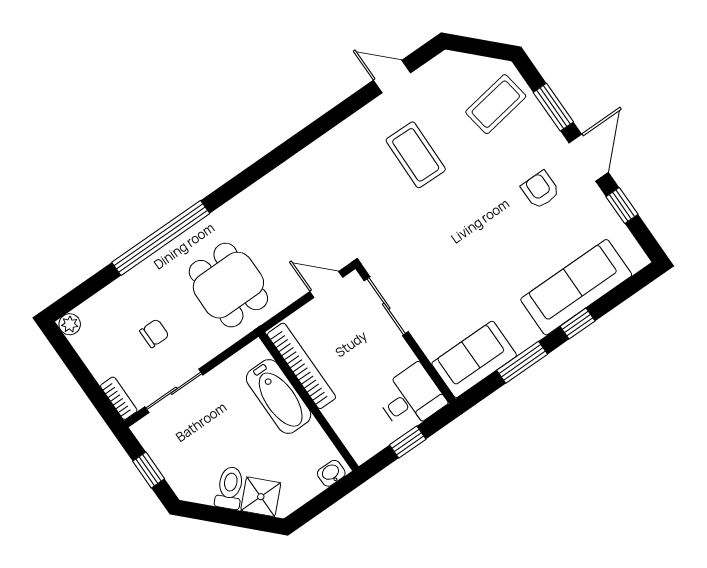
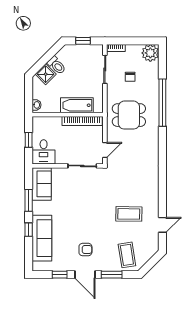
plant: (70, 324) -> (150, 53), width x1.87, depth x1.87

